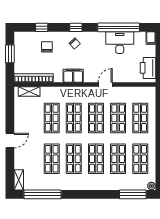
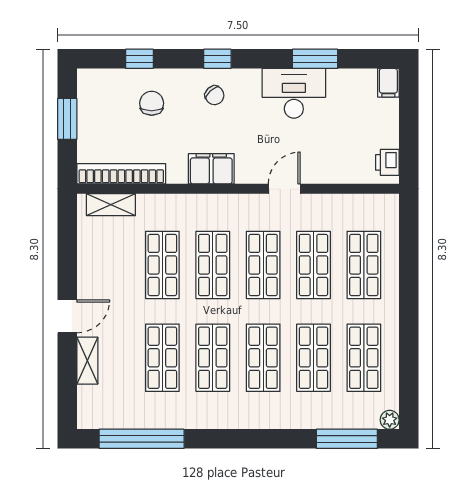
window: (119, 27) -> (315, 59), width x0.47
desk: (120, 43) -> (294, 93), moved
printer: (148, 68) -> (387, 162), width x0.53, depth x0.68
shelving: (19, 180) -> (87, 361), moved

